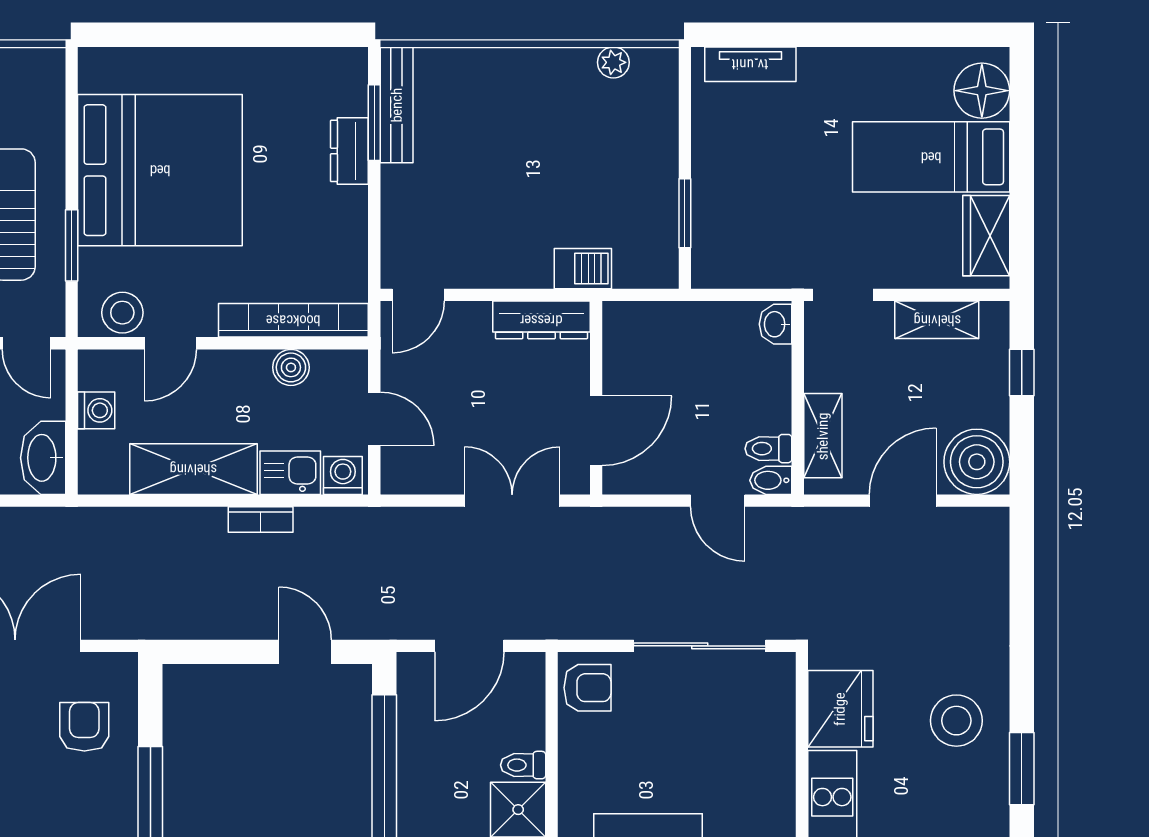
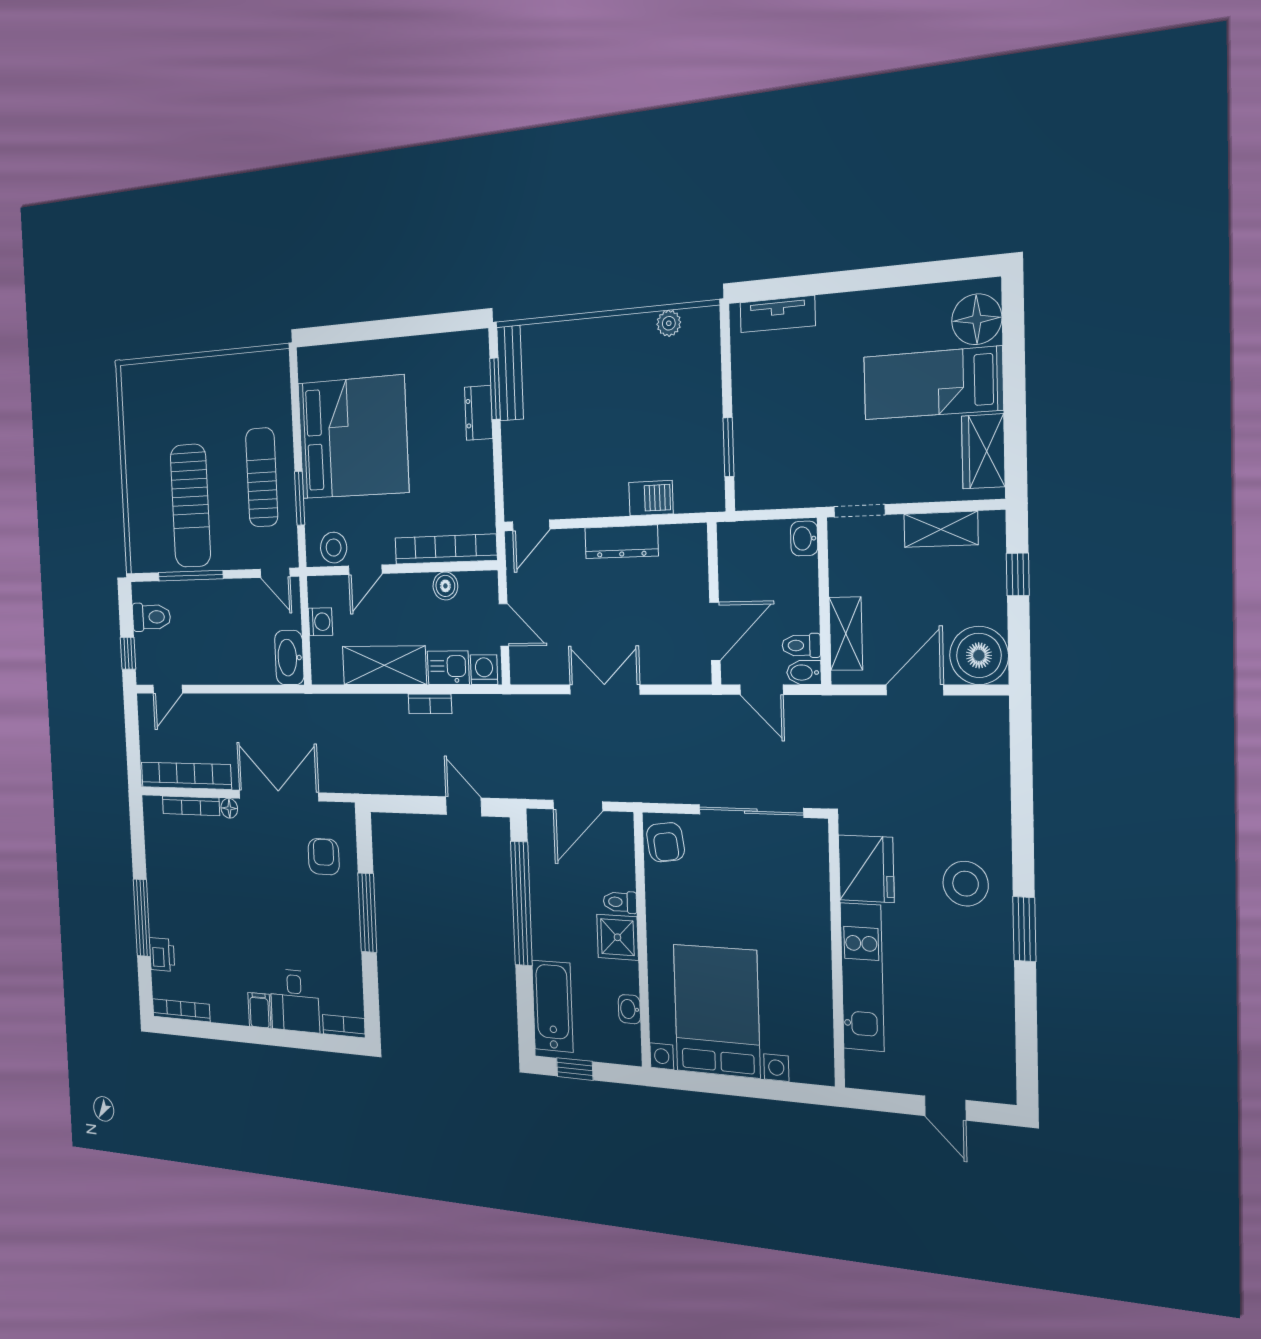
wall: (596, 398) -> (714, 604), moved
door: (596, 431) -> (715, 631), moved
armchair: (587, 688) -> (666, 842), turned 82

